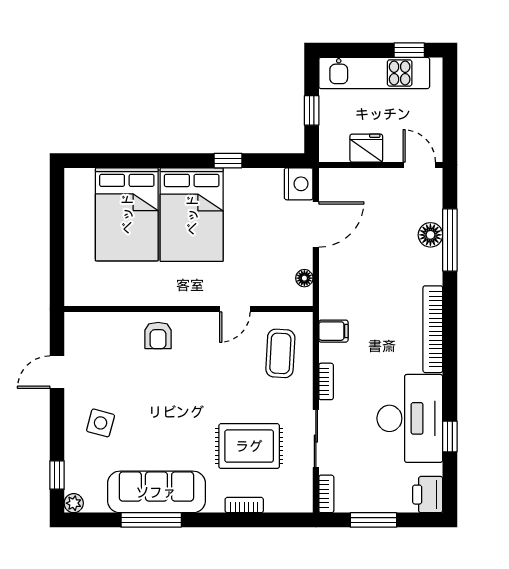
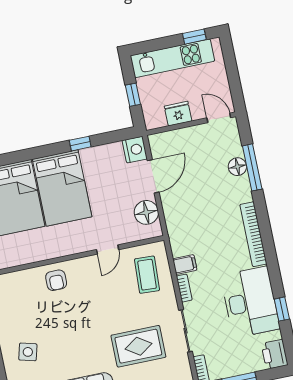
floor lamp: (304, 278) -> (146, 212), width x1.89, depth x1.89
filing cabinet: (333, 331) -> (185, 264), moved

